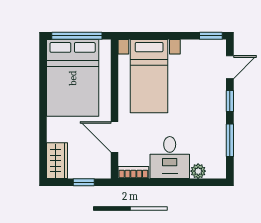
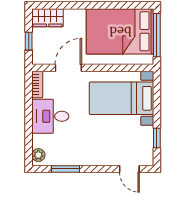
window: (211, 36) -> (157, 138), moved
window: (230, 101) -> (100, 169), removed
plant: (198, 171) -> (38, 155), moved

